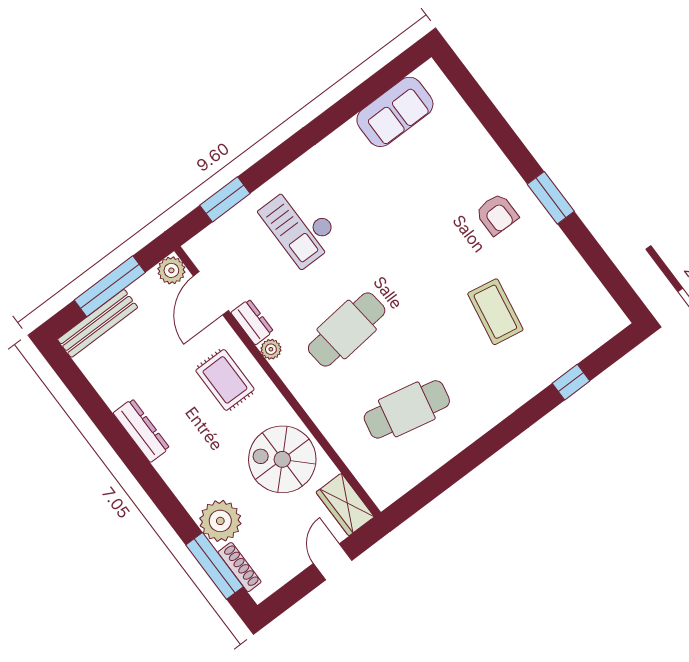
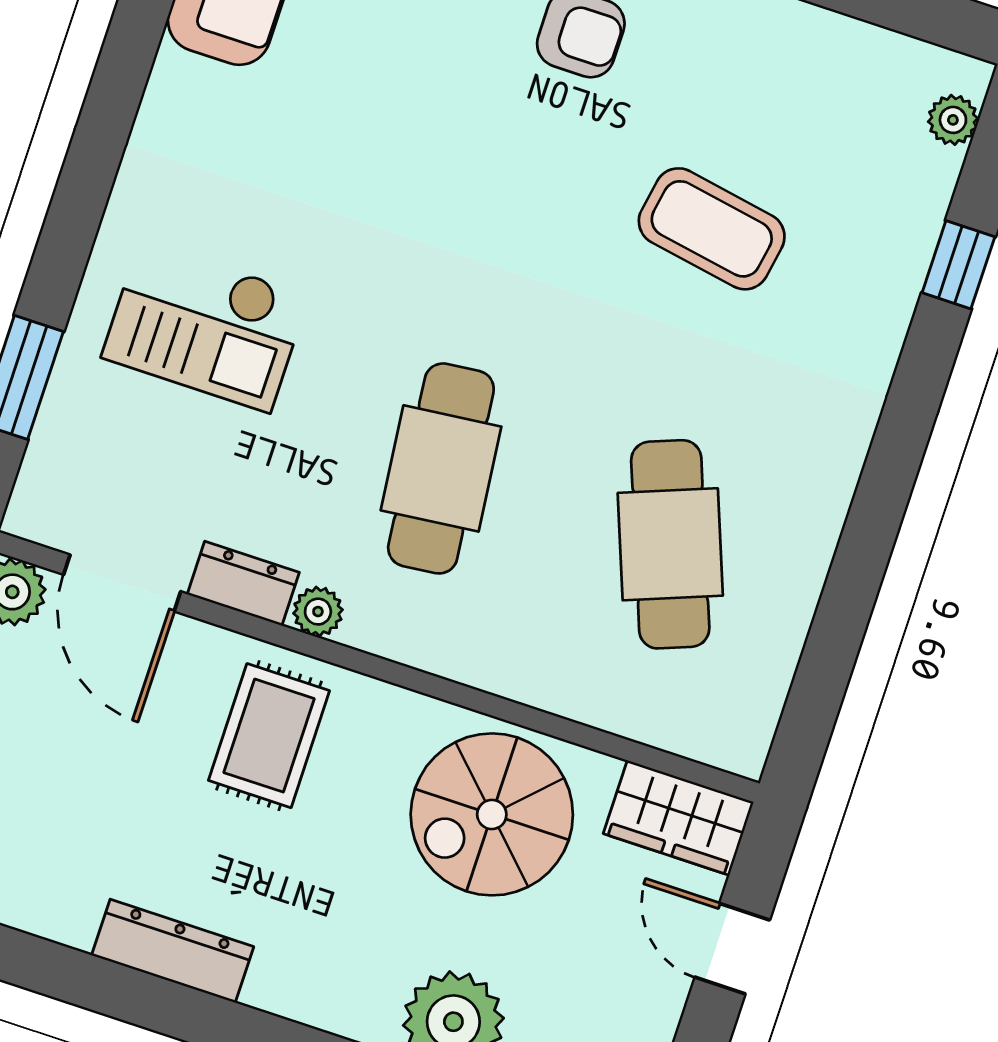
plant: (603, 332) -> (953, 120), added
rug: (225, 380) -> (269, 736), turned 90
cafe table: (407, 409) -> (670, 544), turned -33

